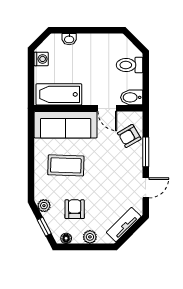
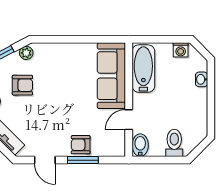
armchair: (129, 136) -> (81, 145), moved, turned -60
coffee table: (66, 165) -> (69, 76), removed

